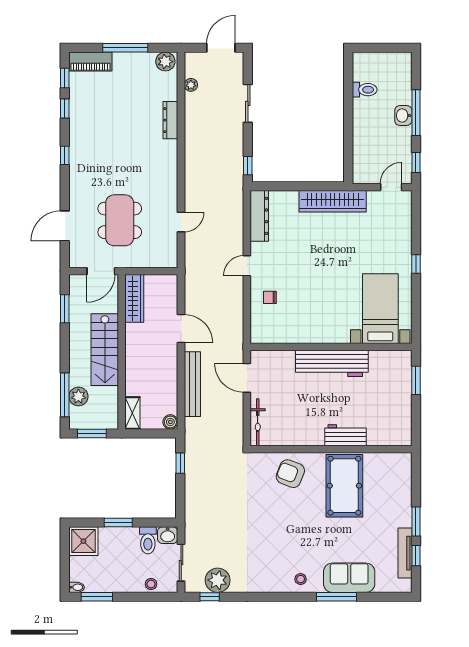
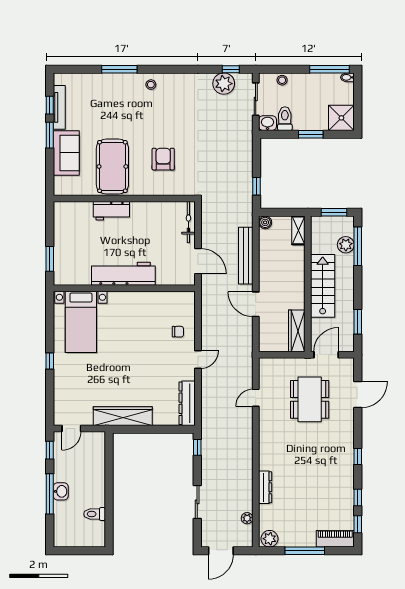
armchair: (290, 474) -> (163, 159), moved, turned -111
sofa: (349, 578) -> (66, 153), moved, turned -90
window: (97, 597) -> (330, 69), width x1.44

